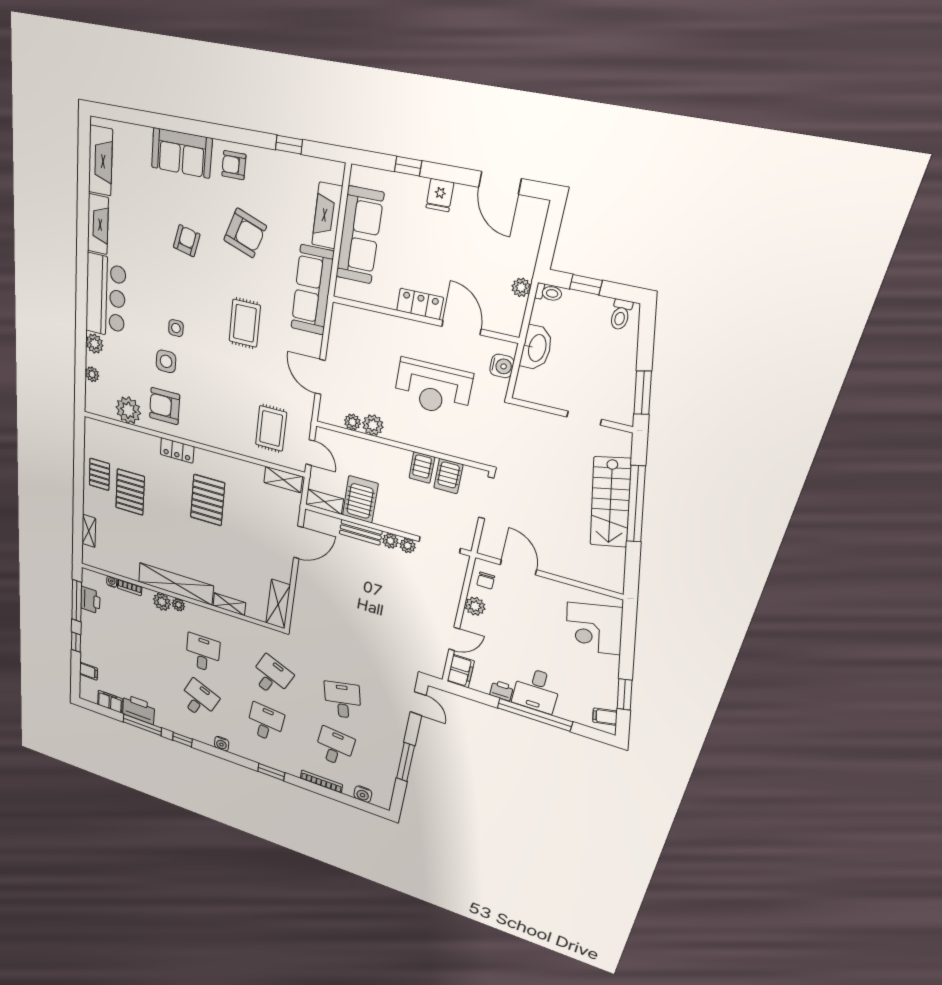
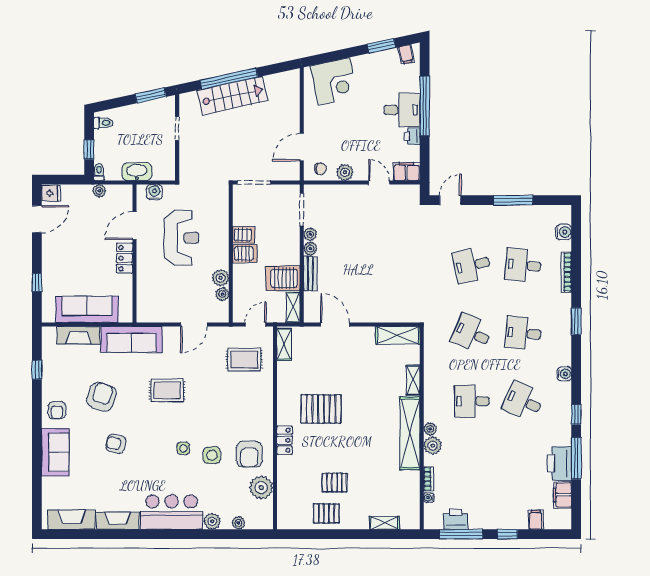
fridge: (440, 195) -> (51, 193), moved
server rack: (448, 476) -> (245, 253), moved
pallet: (130, 492) -> (335, 483), width x0.67, depth x0.71

